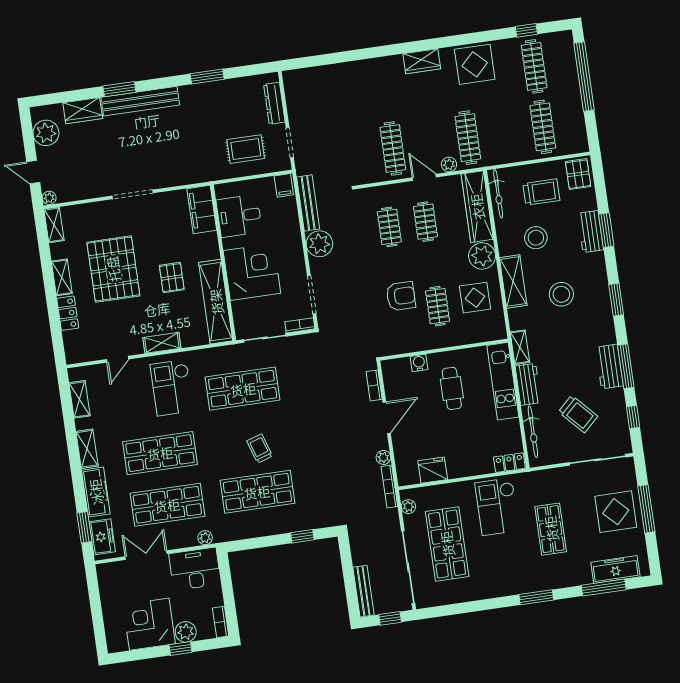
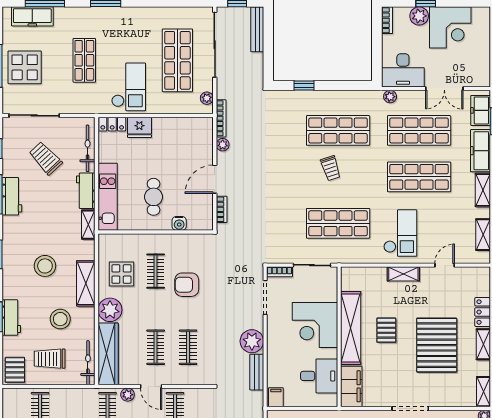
bench: (308, 203) -> (257, 372), width x0.73
shelving: (216, 302) -> (351, 328), moved
fridge: (433, 470) -> (139, 127), moved

